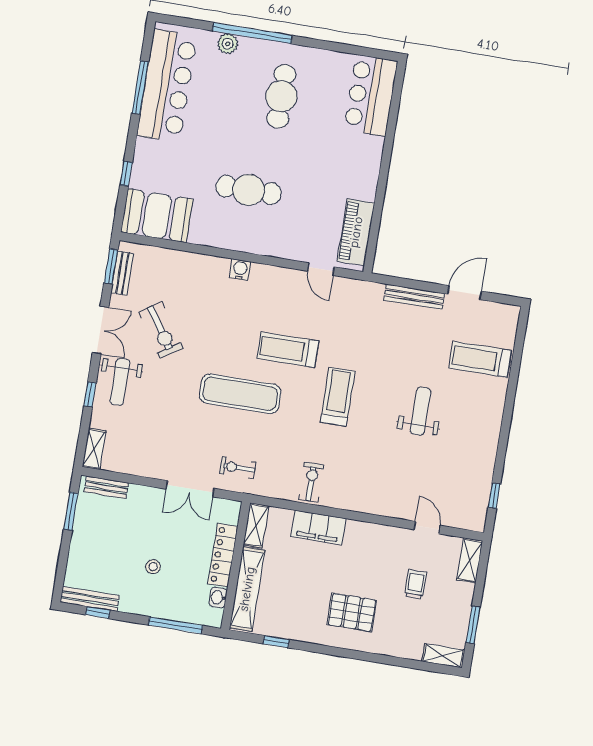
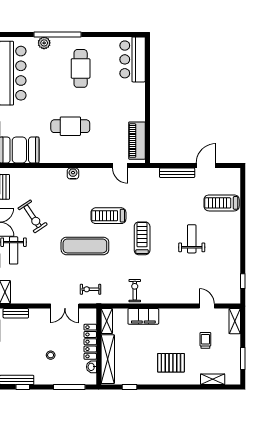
shelving: (443, 656) -> (213, 379), moved

